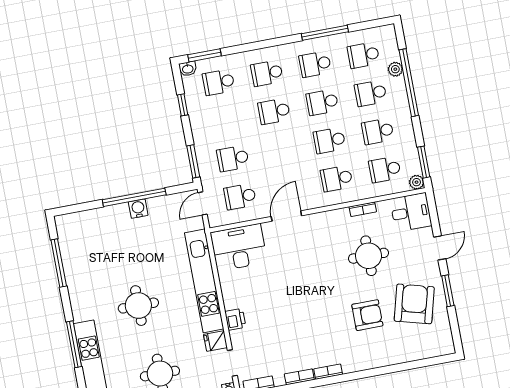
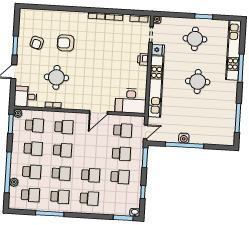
school desk: (219, 82) -> (120, 177), moved
armchair: (414, 304) -> (37, 43), width x0.53, depth x0.53

